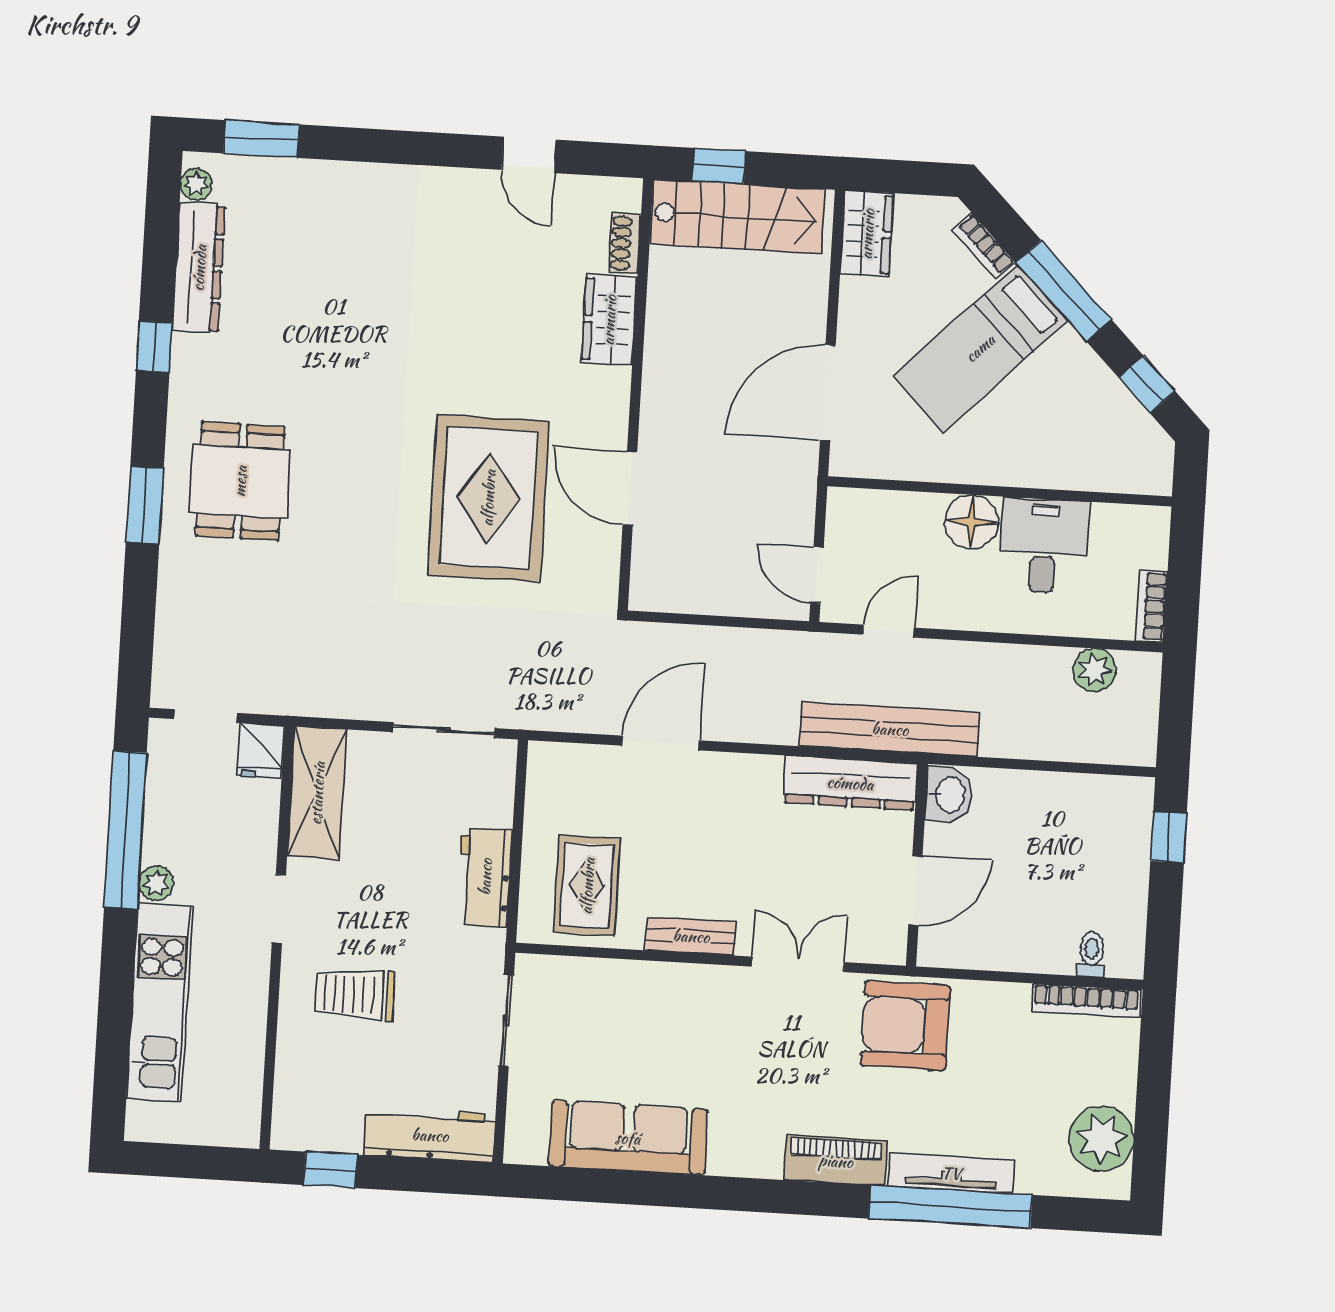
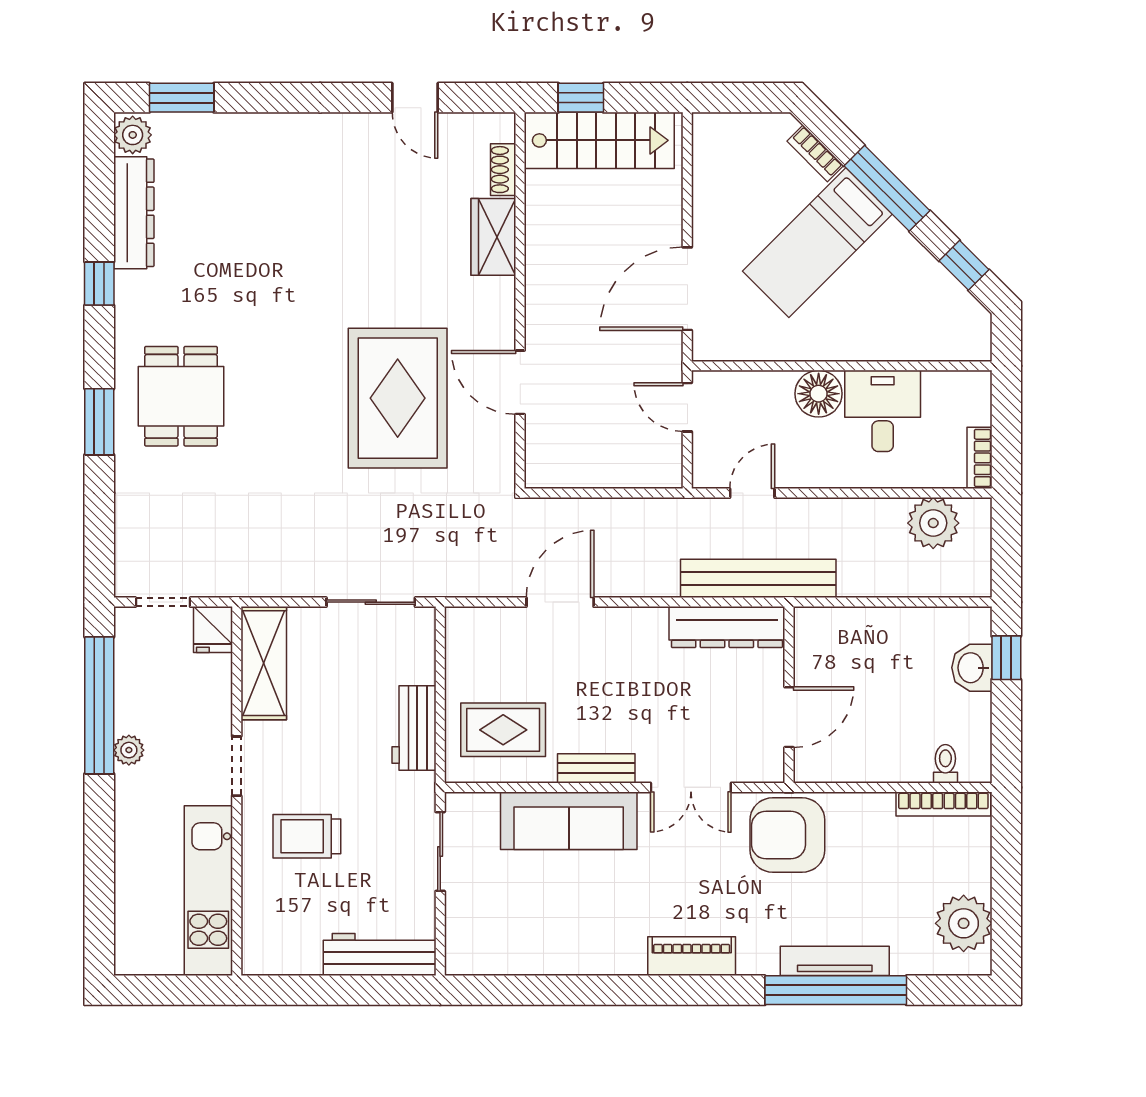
plant: (196, 184) -> (133, 135), width x1.38, depth x1.38
wardrobe: (867, 234) -> (713, 149), removed
door: (817, 575) -> (687, 407), moved
plant: (1094, 670) -> (933, 523), width x1.36, depth x1.36
washbasin: (949, 795) -> (972, 668), moved, turned 180
rug: (587, 886) -> (503, 730), turned 90
double door: (798, 964) -> (691, 787), swing flipped
kitchen unit: (160, 1002) -> (208, 891), moved, turned 180
sofa: (628, 1138) -> (569, 821), moved, turned 180
piano: (836, 1161) -> (692, 956), moved
window: (330, 1170) -> (295, 990), removed

